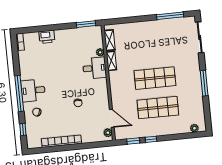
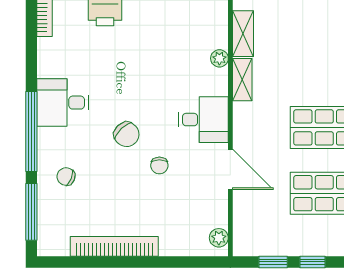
desk: (94, 68) -> (203, 120), moved
desk: (33, 90) -> (63, 103), moved
chair: (62, 91) -> (127, 134), added
door: (112, 118) -> (230, 169), moved
window: (23, 129) -> (31, 212), width x2.17

